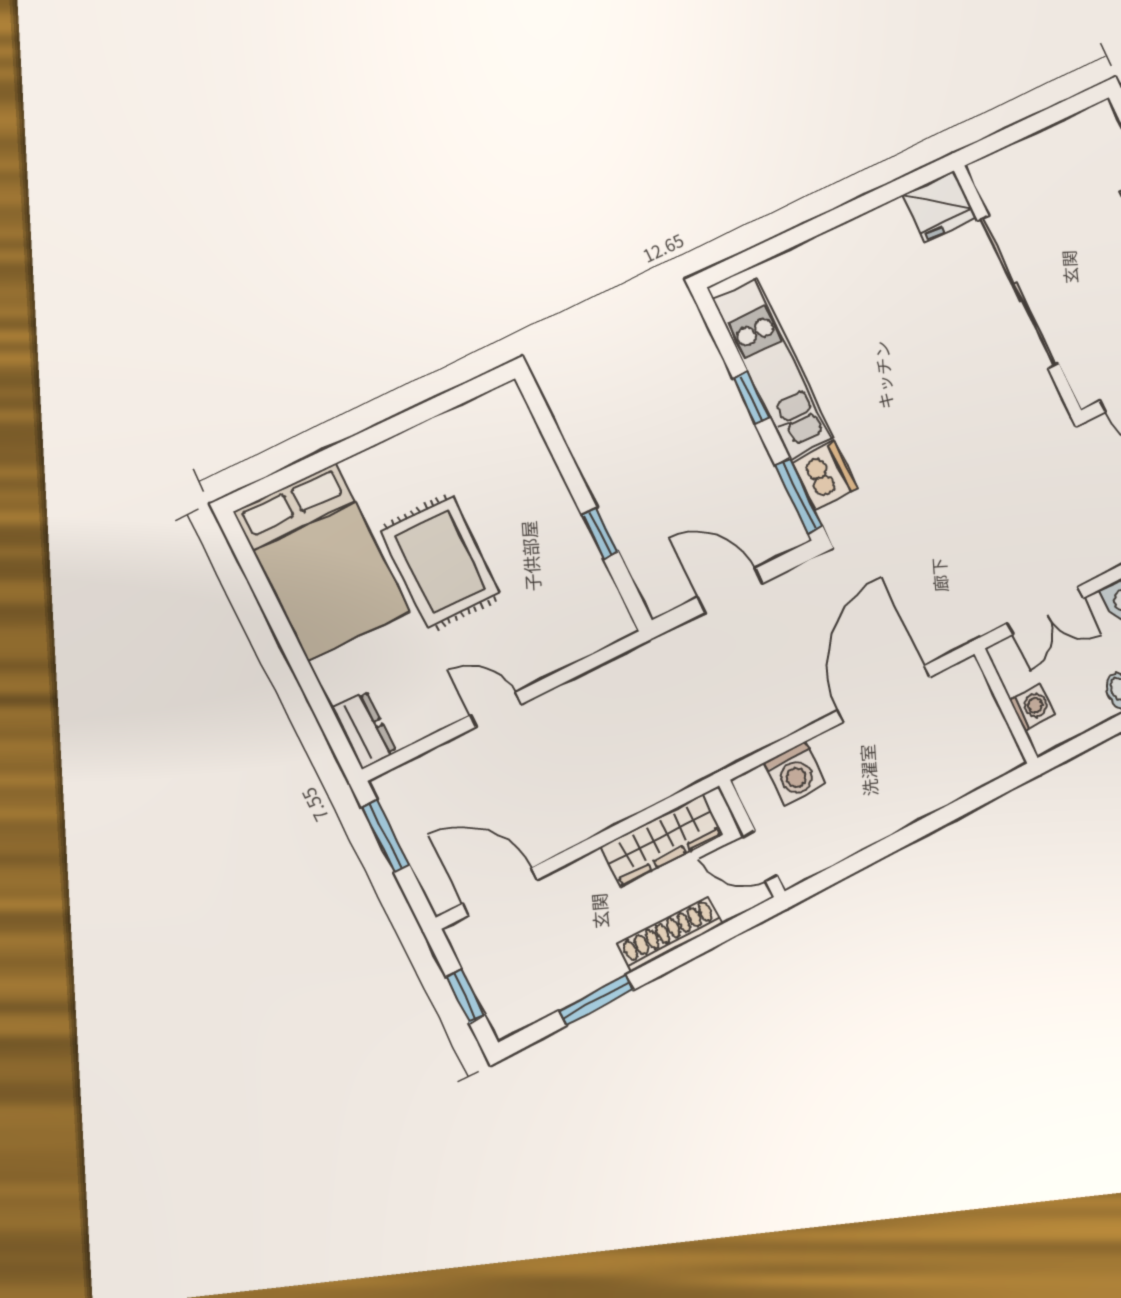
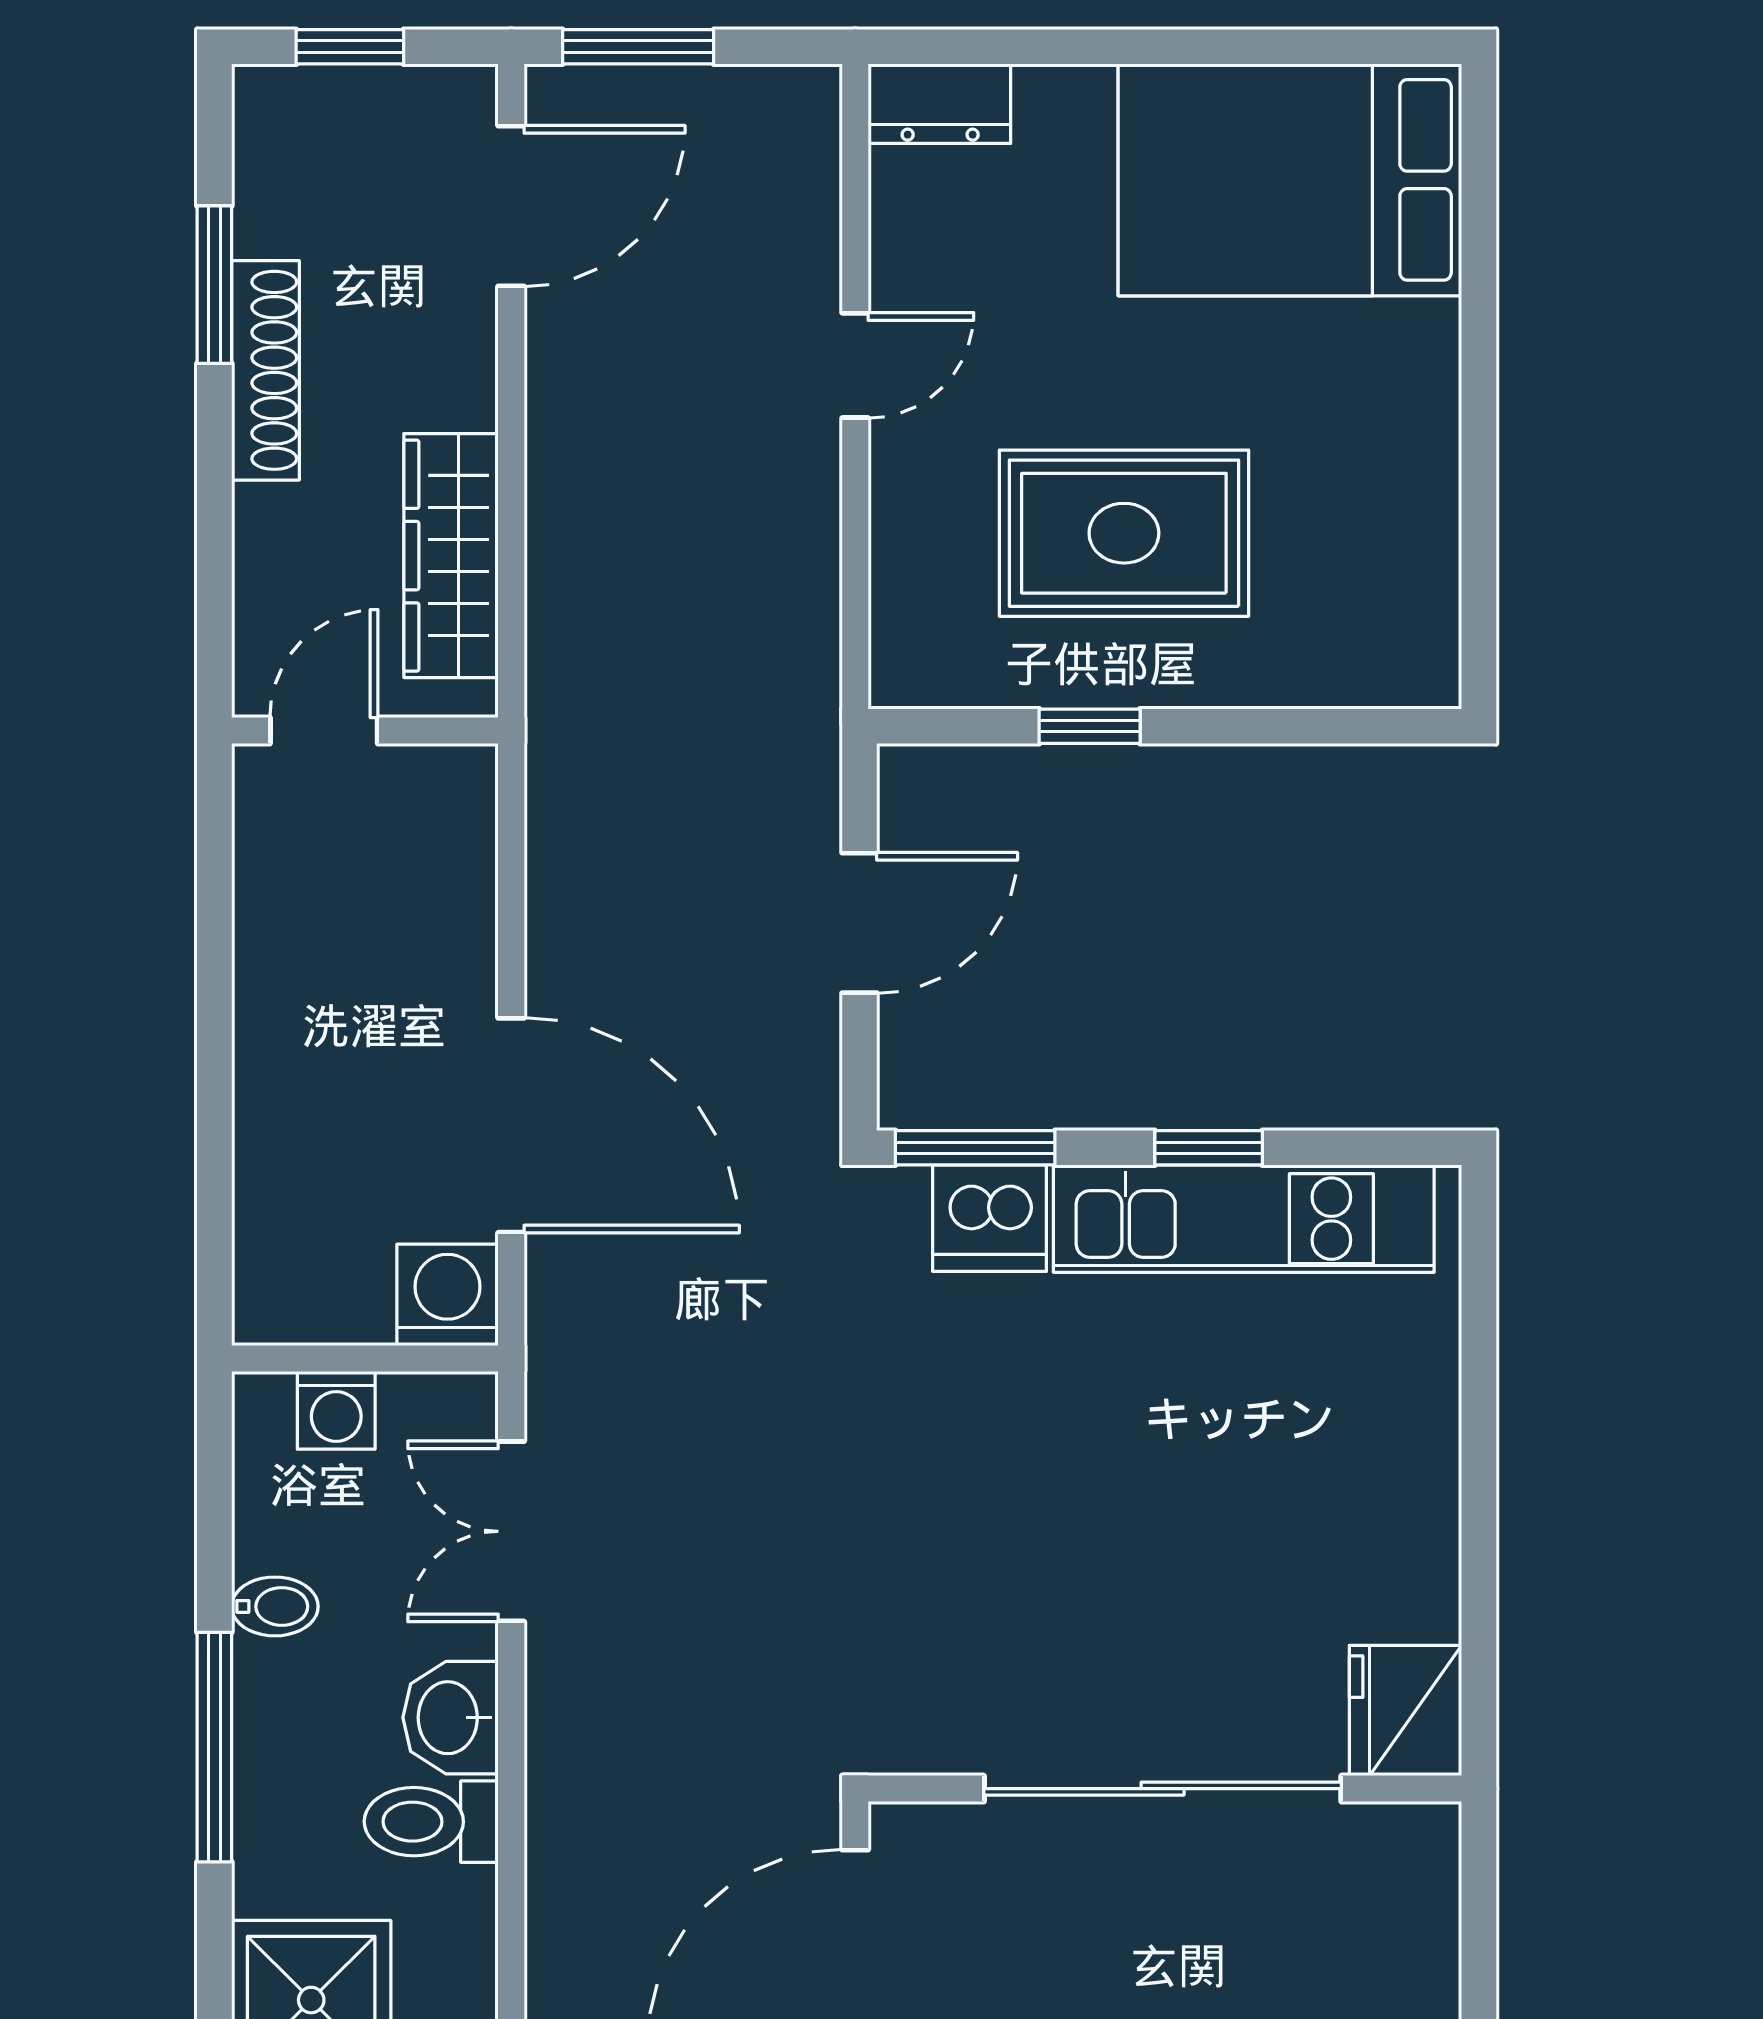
rug: (440, 562) -> (1124, 533), moved
washing machine: (794, 773) -> (447, 1295), moved, turned 90
window: (385, 836) -> (638, 47), moved
shoe rack: (670, 934) -> (265, 370), moved

